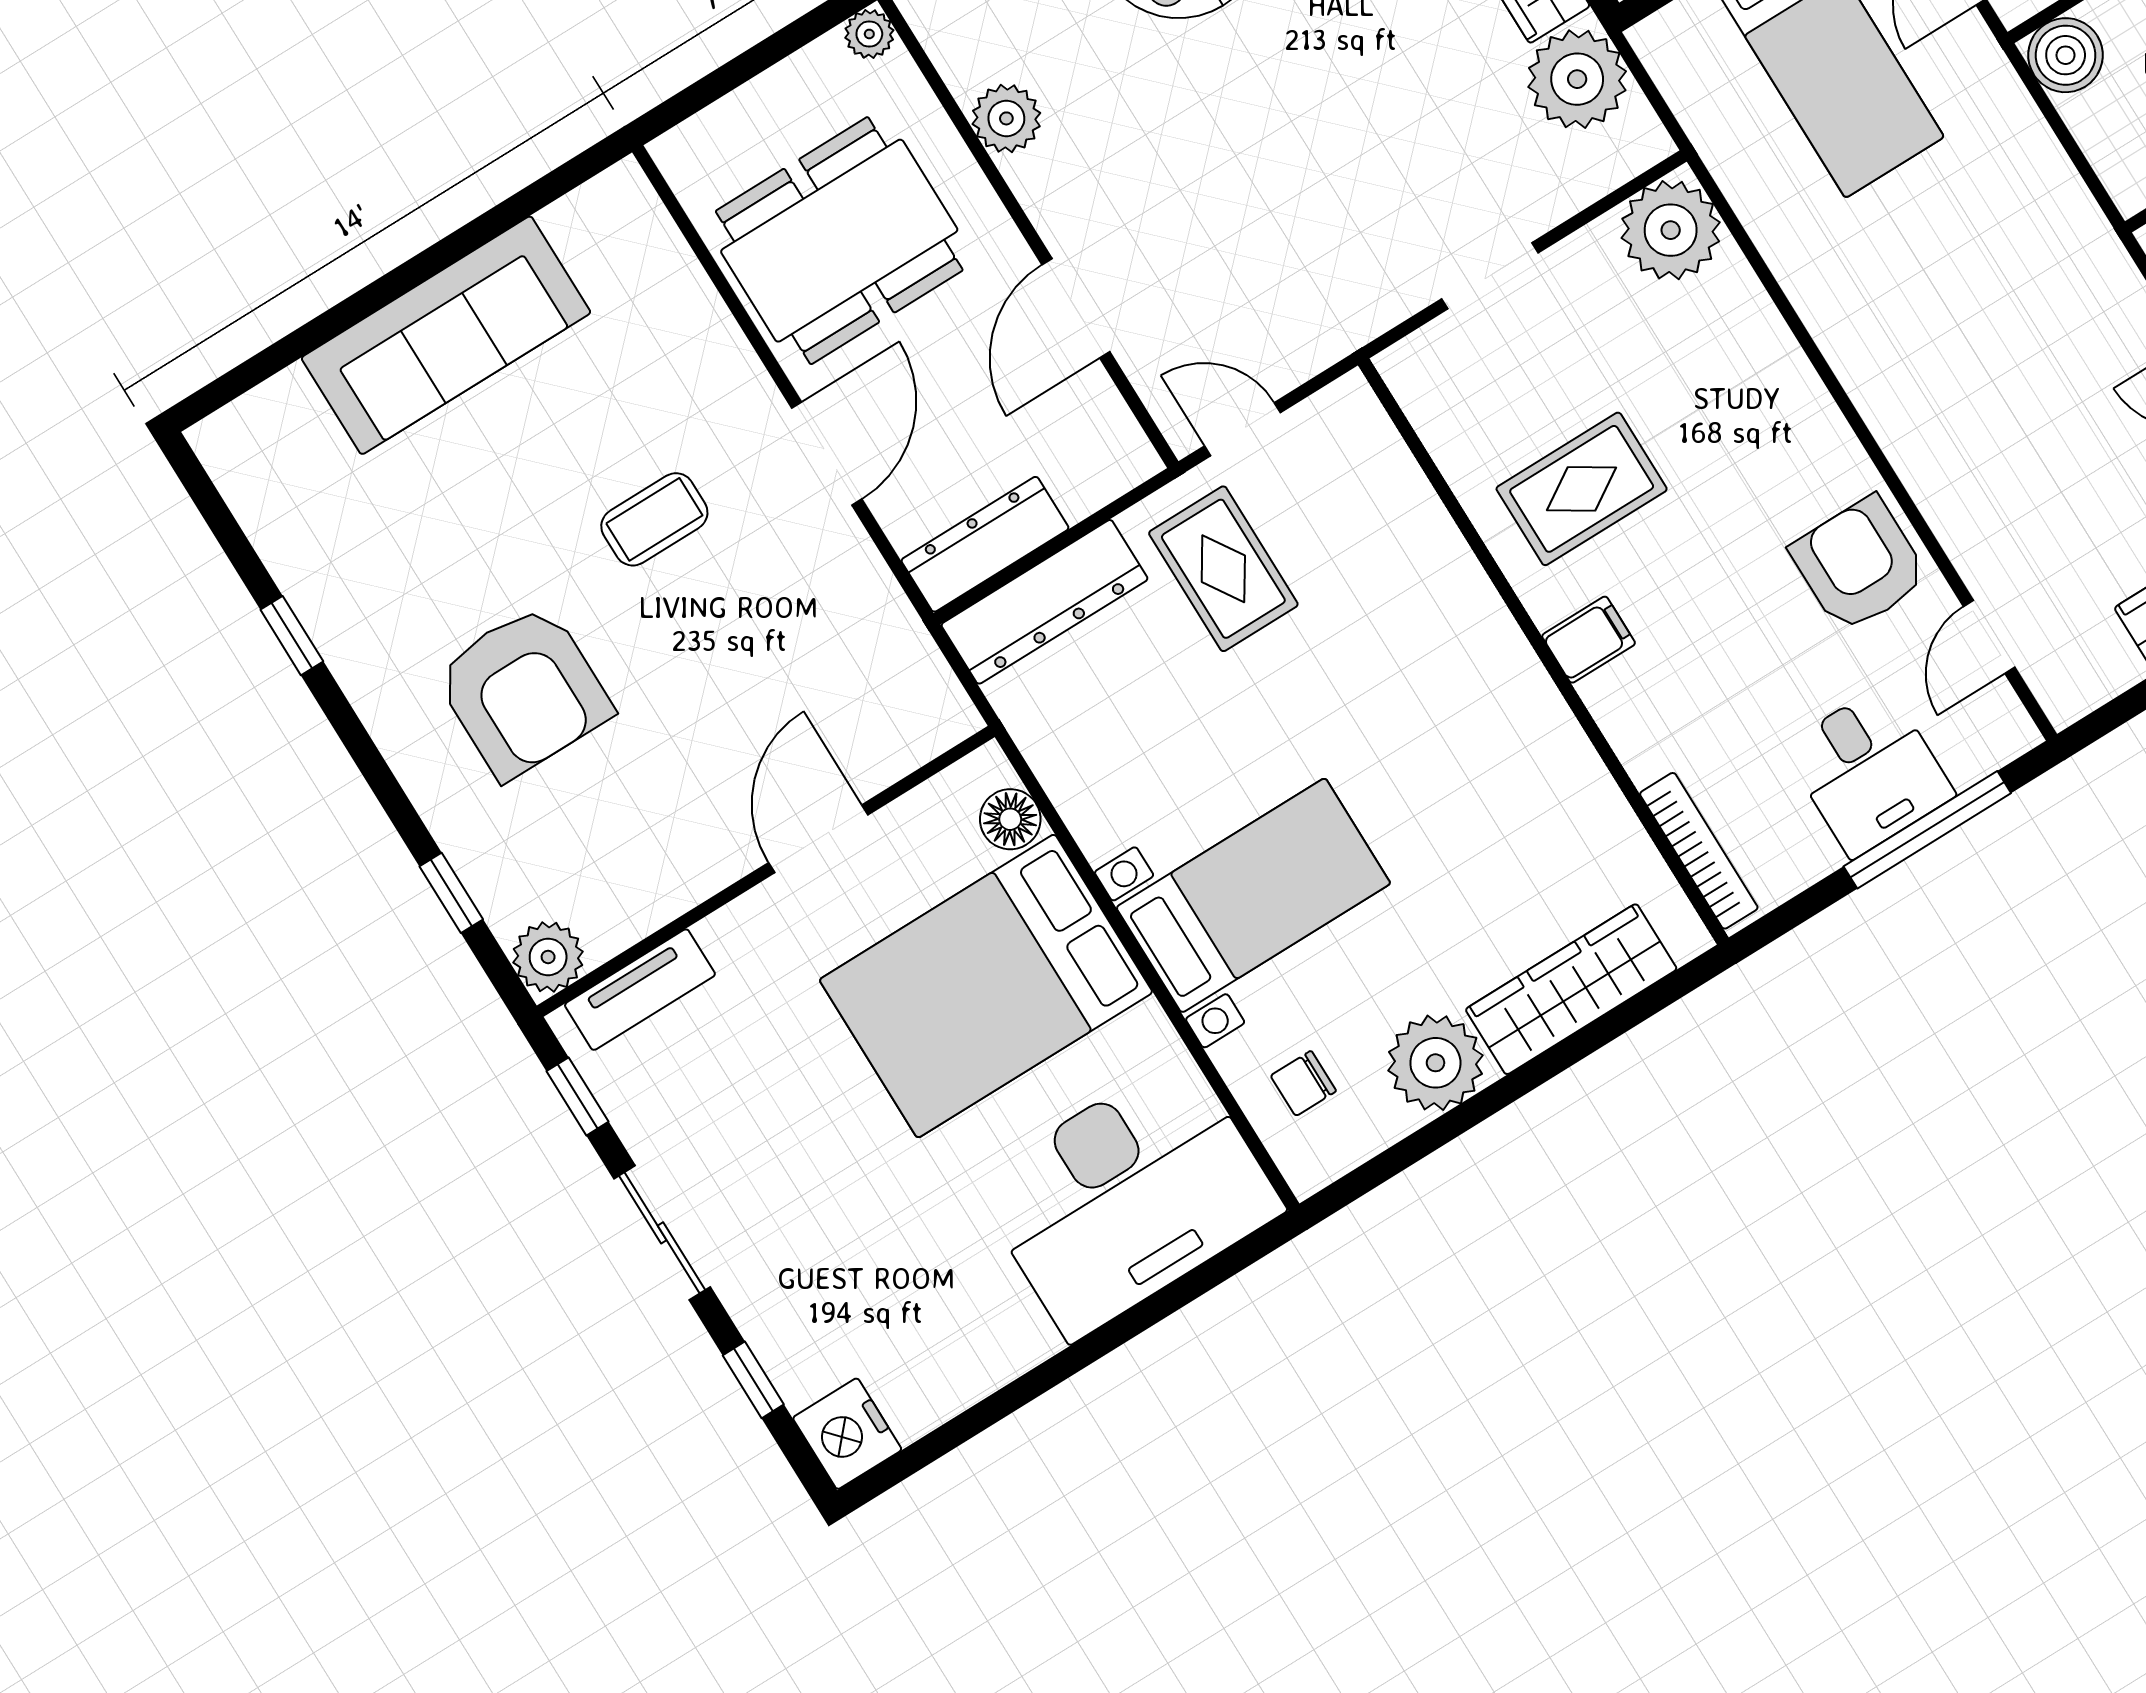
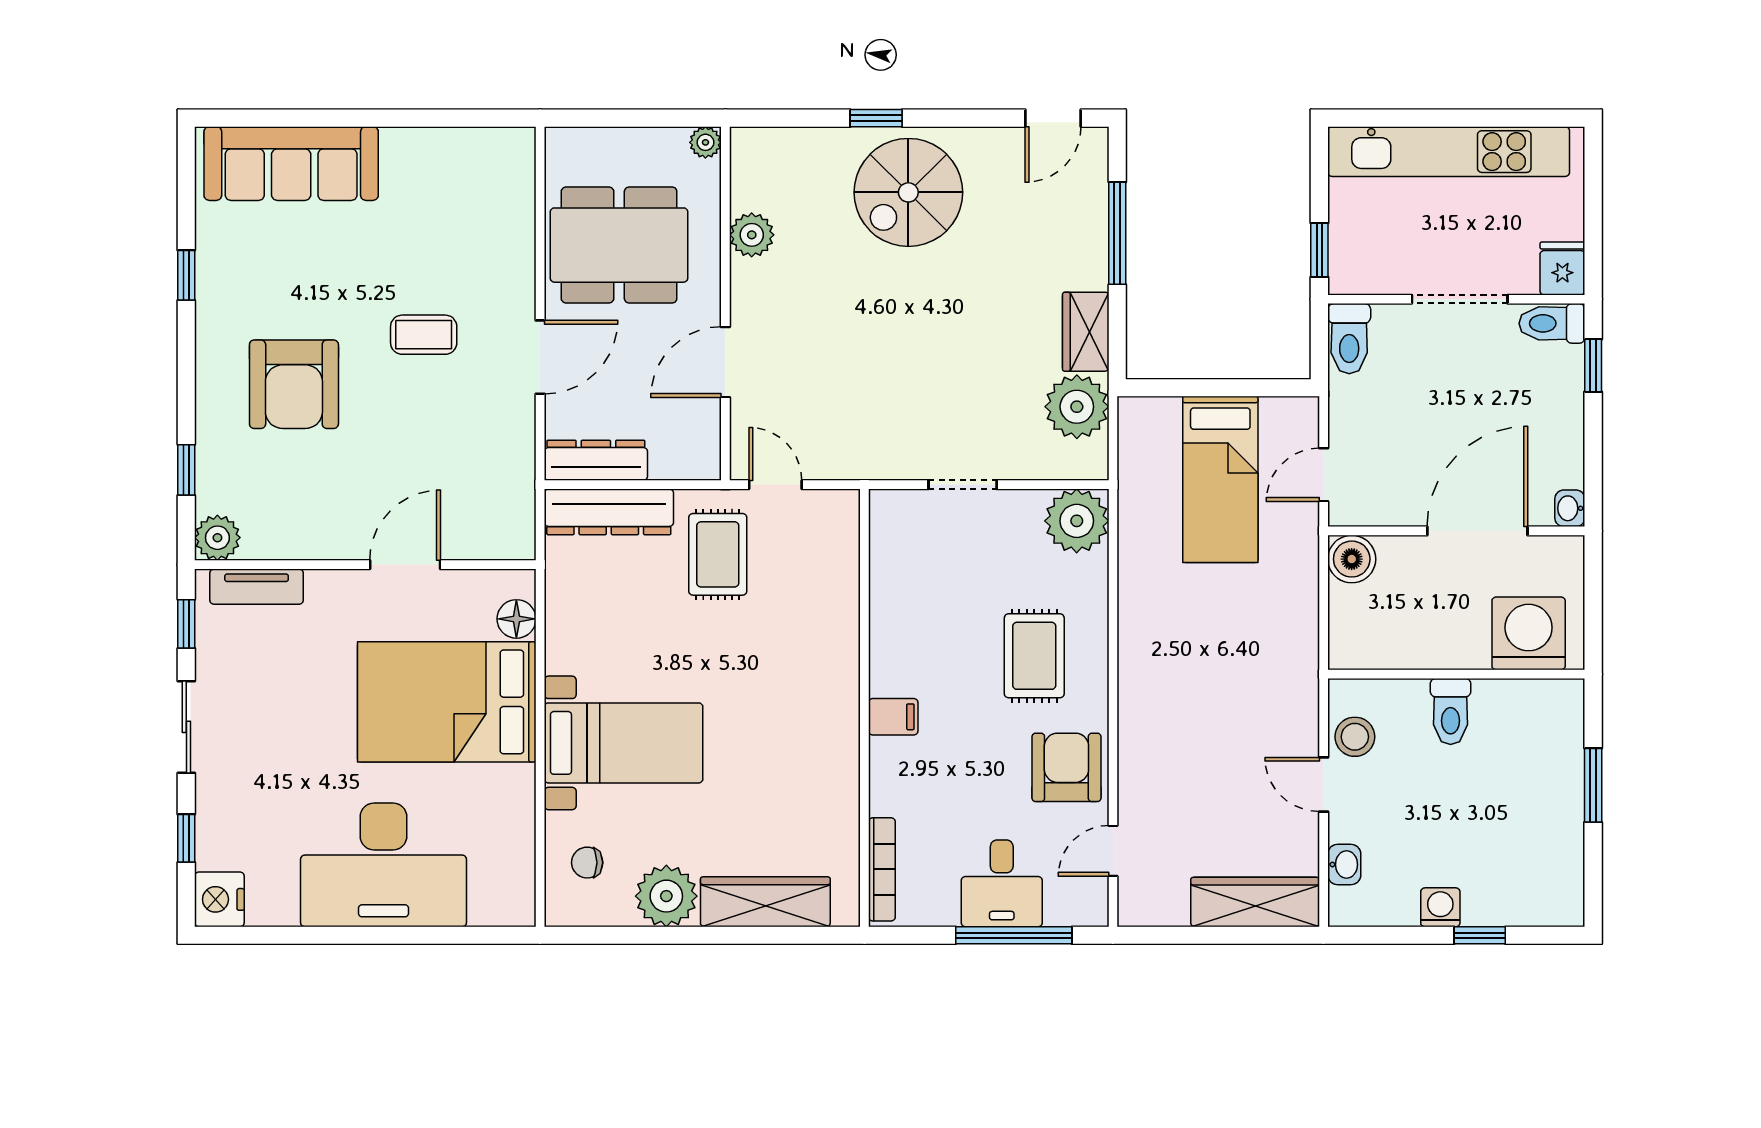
sofa: (446, 335) -> (291, 164), moved
rug: (1582, 489) -> (1034, 656), moved, turned 90
desk: (1128, 1196) -> (383, 865), moved

